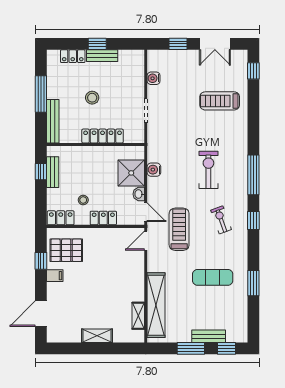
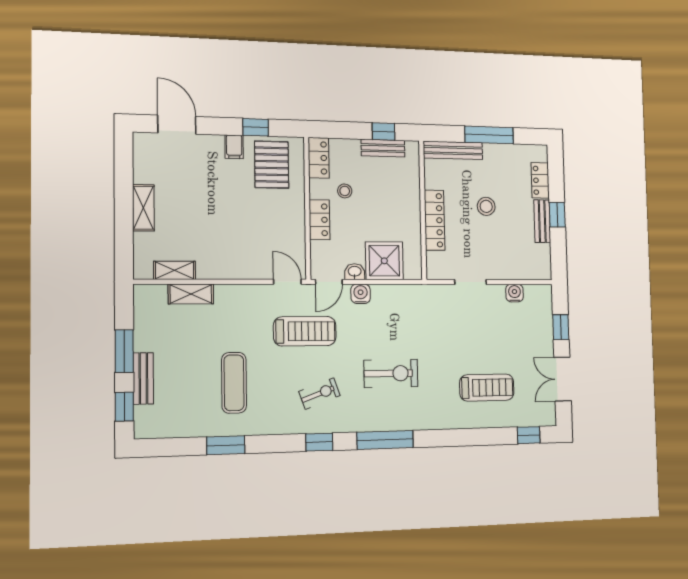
treadmill: (220, 101) -> (487, 388), turned 90
water cooler: (154, 170) -> (361, 294), moved
shelving: (156, 305) -> (191, 294), width x0.45, depth x0.75

